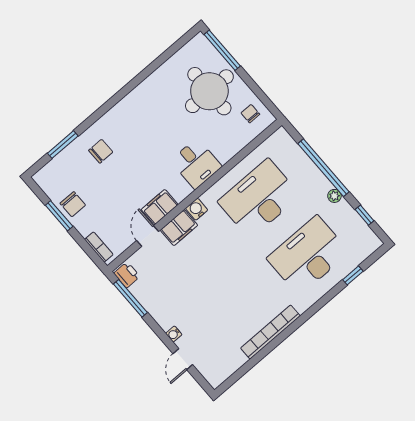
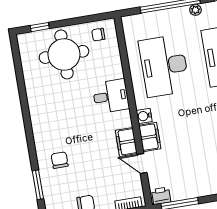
window: (222, 50) -> (40, 27), width x0.46

